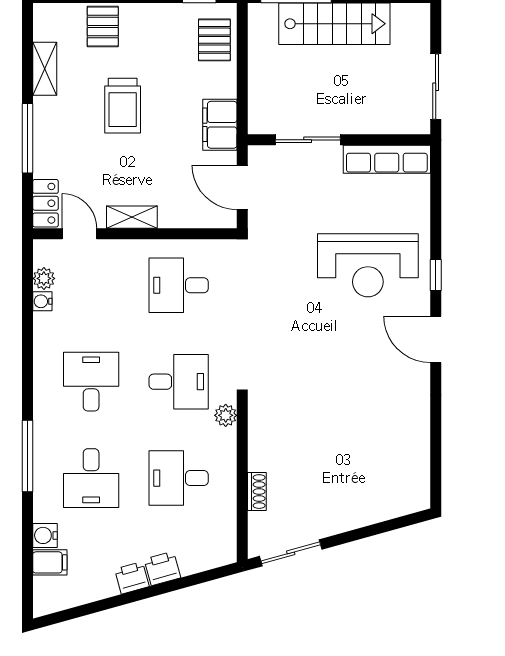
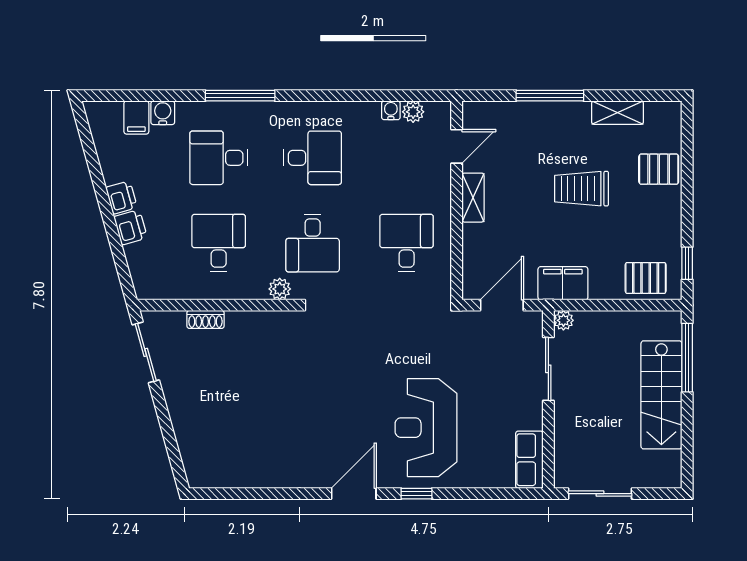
plant: (258, 124) -> (563, 320), added
row of seats: (387, 159) -> (529, 460), width x0.68
locker: (46, 203) -> (486, 113), removed

